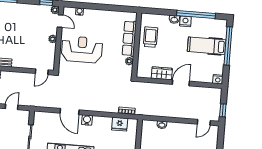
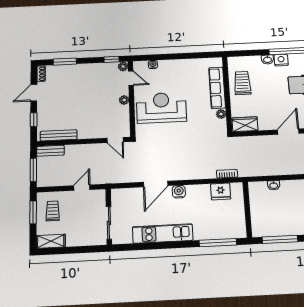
door: (42, 72) -> (115, 140), hinge flipped
wardrobe: (162, 73) -> (245, 124), moved
door: (70, 112) -> (156, 184), hinge flipped

